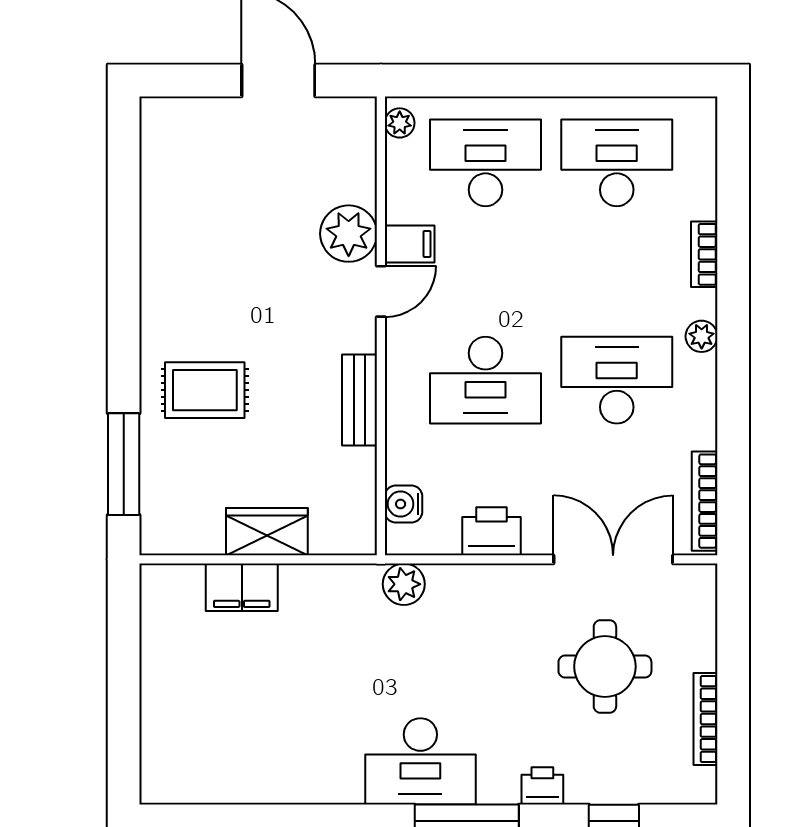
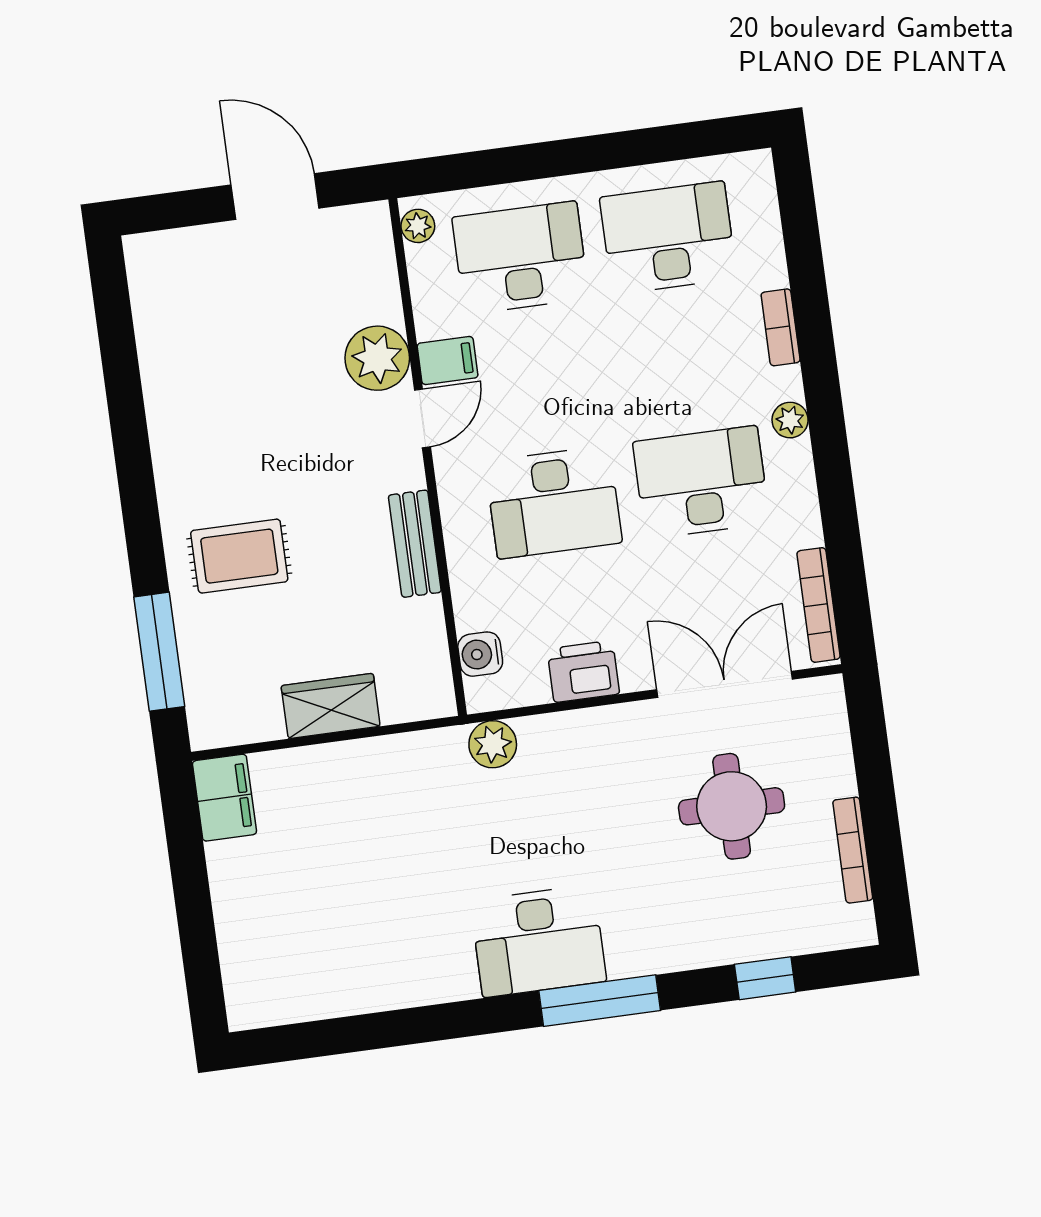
filing cabinet: (242, 587) -> (224, 798), moved, turned -90
printer: (542, 786) -> (679, 950), removed

